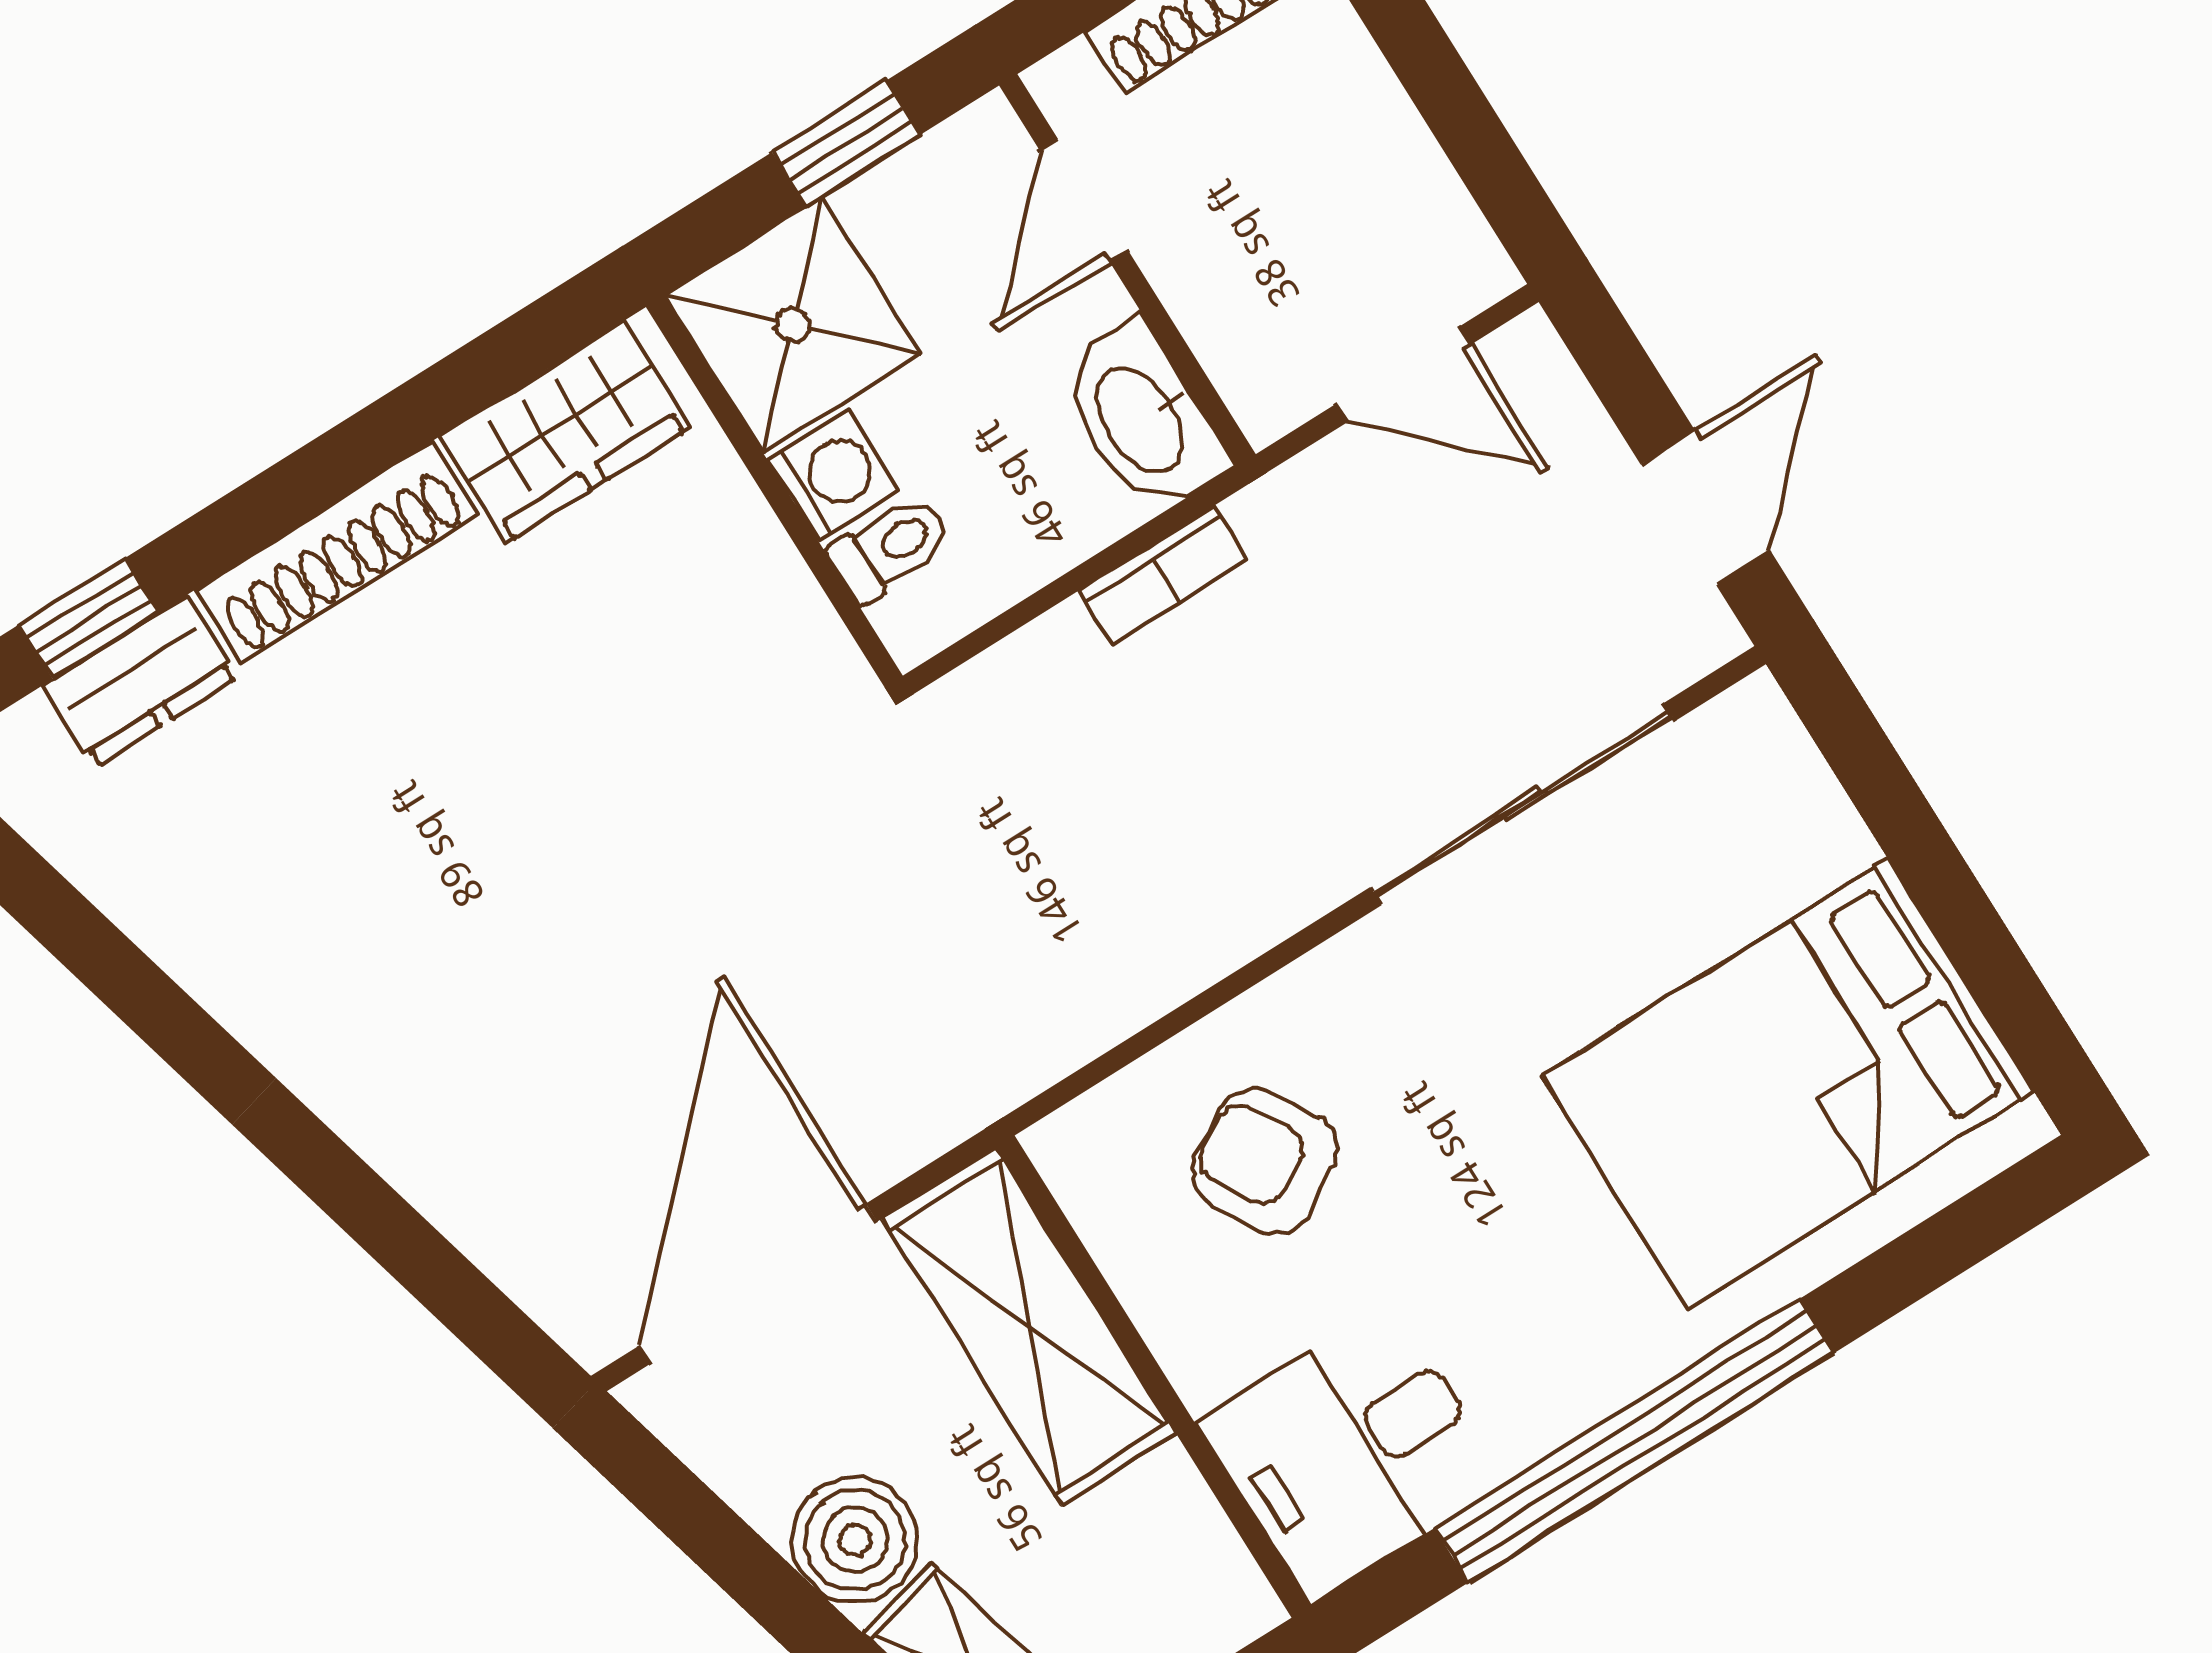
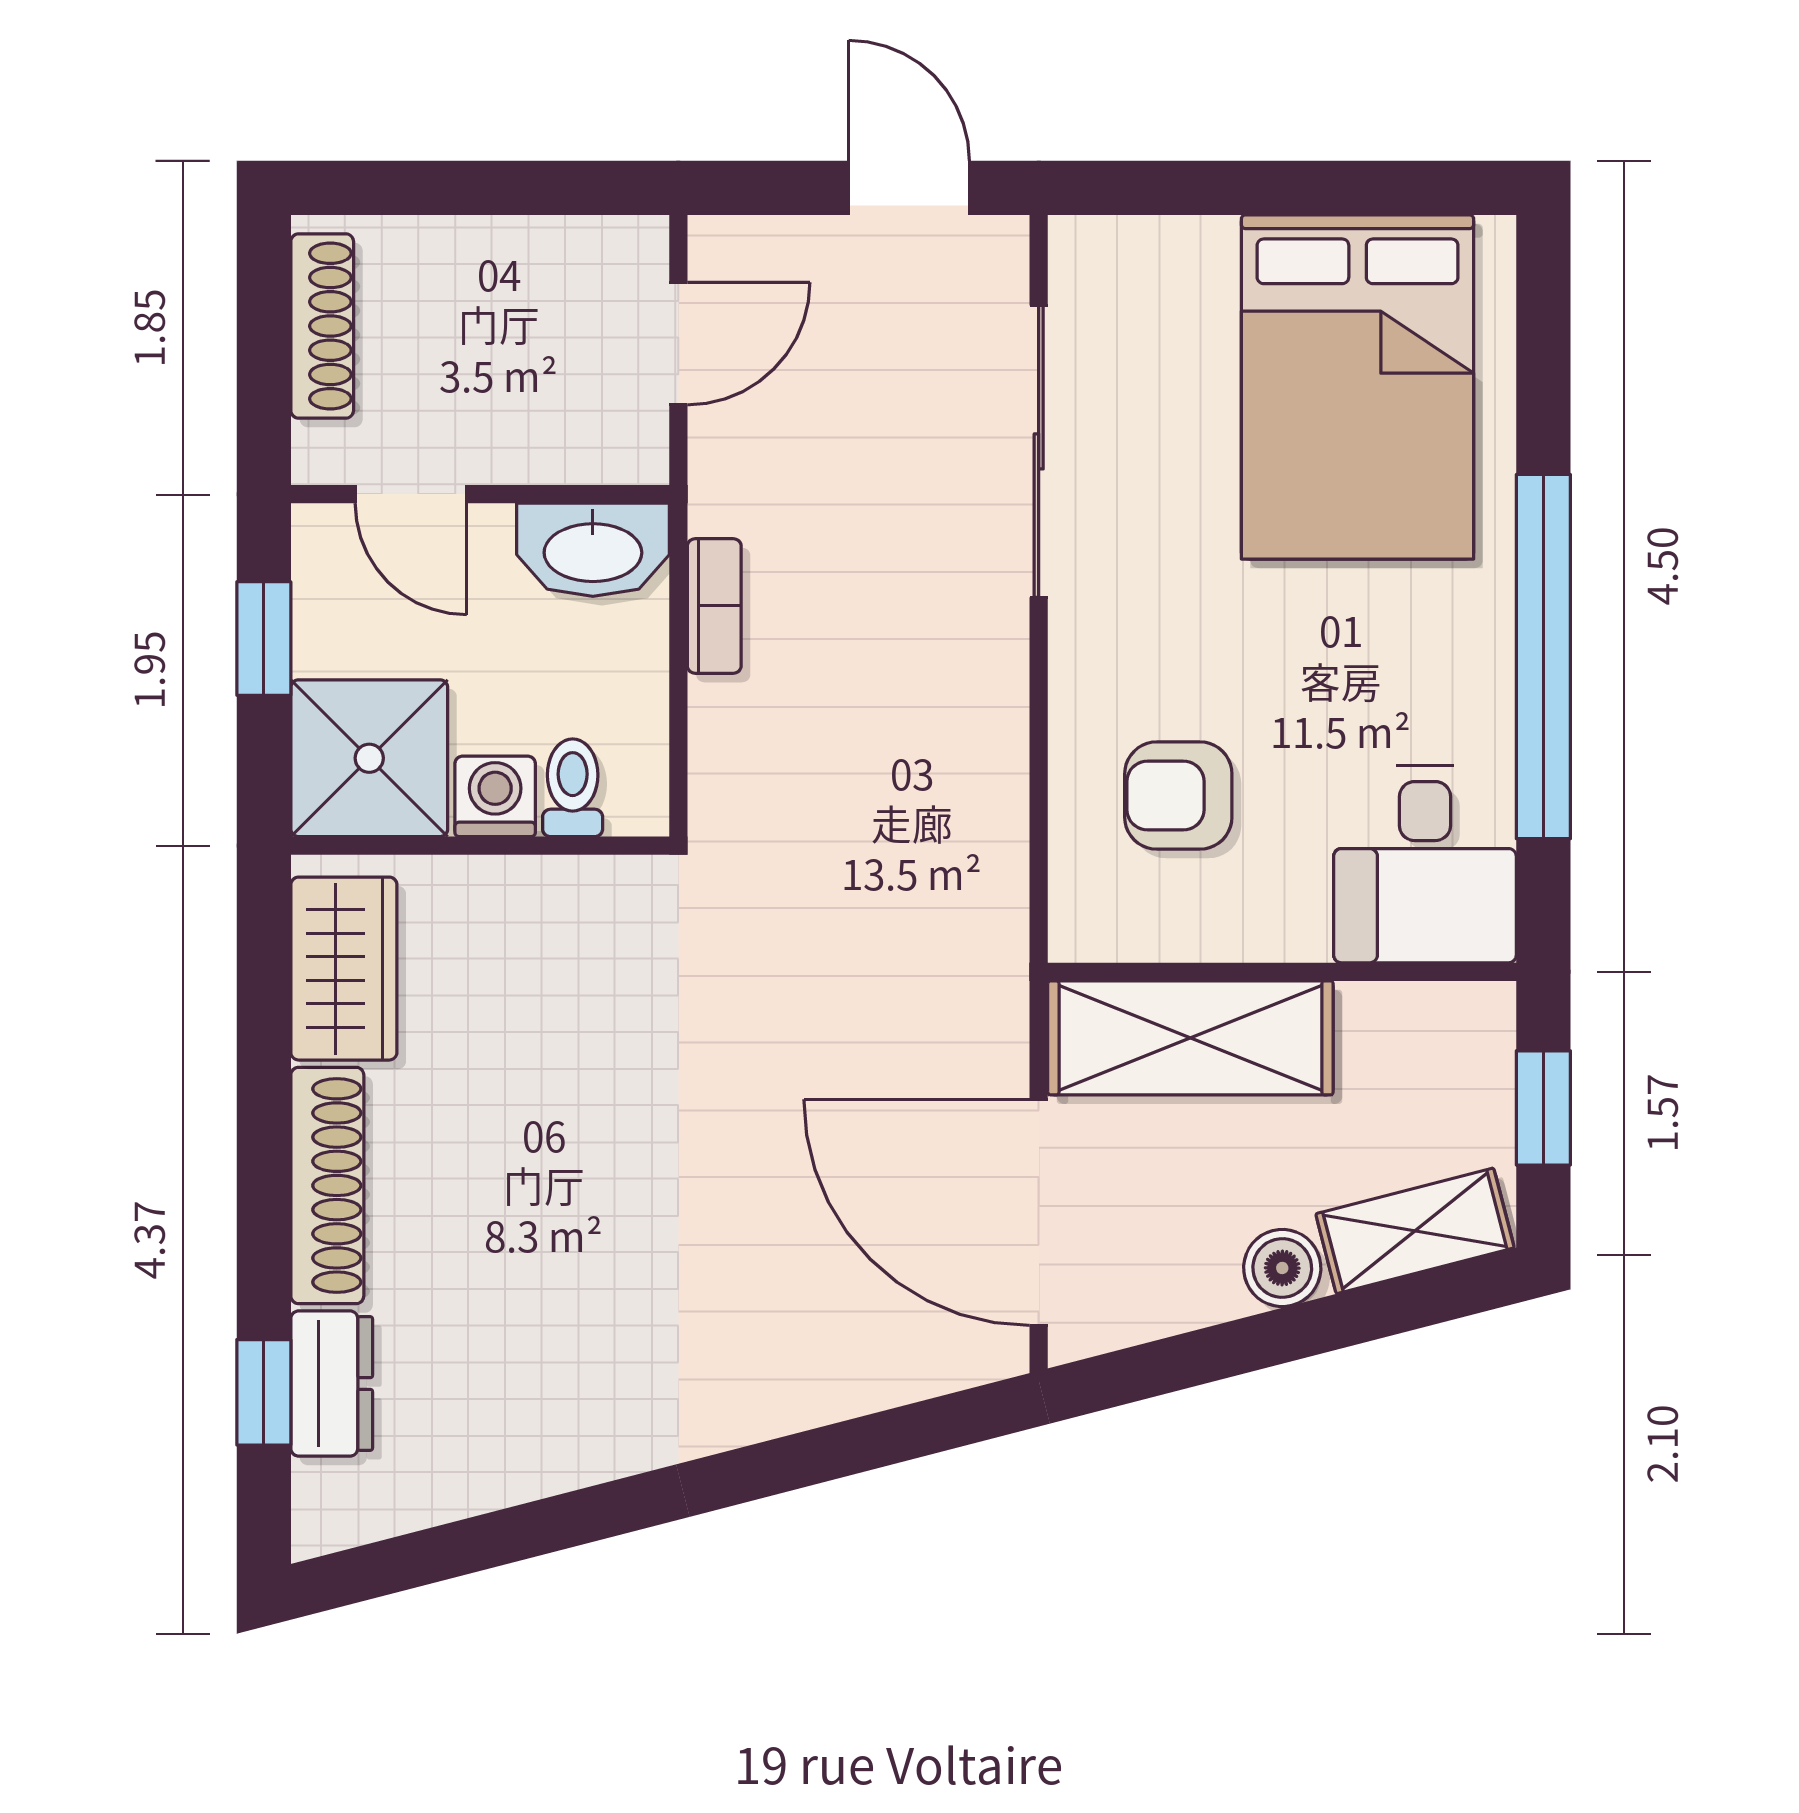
armchair: (1265, 1161) -> (1178, 796), turned 31
boiler: (855, 1540) -> (1282, 1268), width x0.73, depth x0.73

